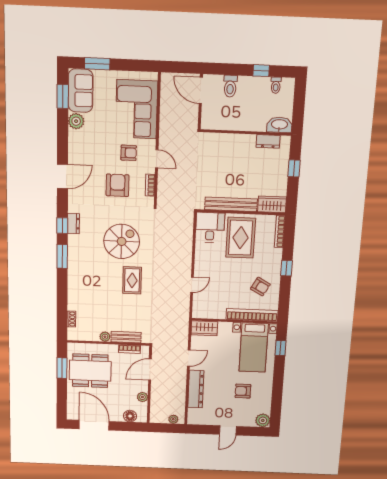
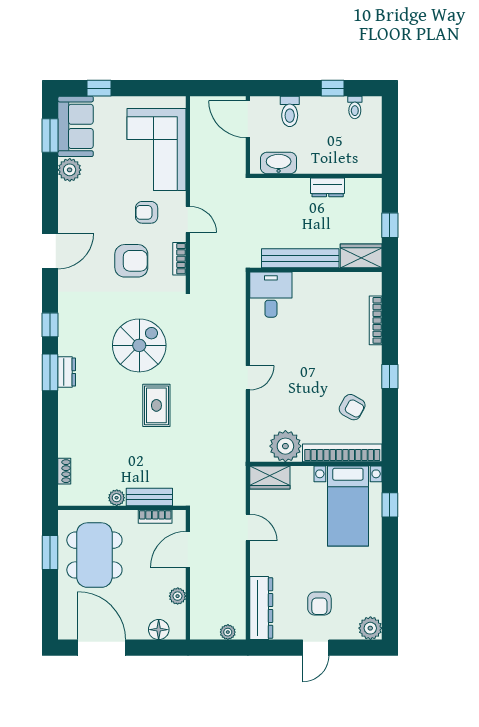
window: (97, 64) -> (99, 88), width x0.67
washbasin: (279, 125) -> (279, 163), moved
dresser: (268, 141) -> (328, 187), moved
armchair: (129, 153) -> (147, 212), turned 180
armchair: (117, 185) -> (131, 261), turned 90
bench: (231, 204) -> (300, 258), moved
wardrobe: (272, 204) -> (361, 256), moved
wall: (241, 212) -> (316, 270), moved
dresser: (73, 224) -> (67, 372), moved
desk: (210, 227) -> (271, 295), moved
rug: (241, 238) -> (318, 332), removed
door: (192, 285) -> (248, 378), moved
plant: (215, 309) -> (285, 446), added
door: (189, 358) -> (248, 527), hinge flipped
dining table: (90, 371) -> (94, 555), turned 90
dresser: (196, 389) -> (261, 608), moved
armchair: (243, 391) -> (319, 603), moved, turned -90

